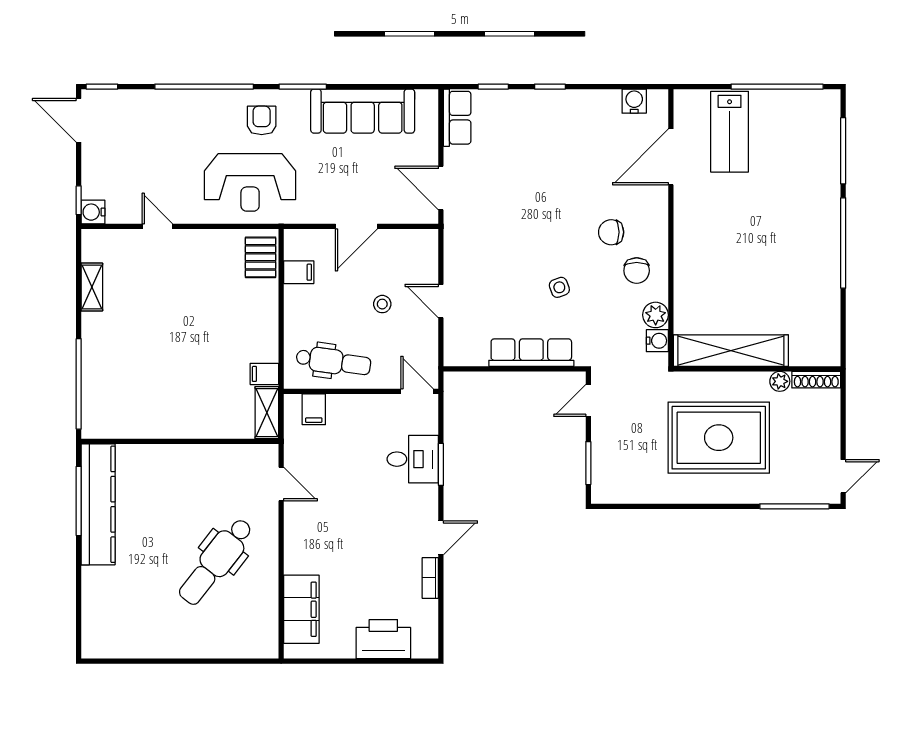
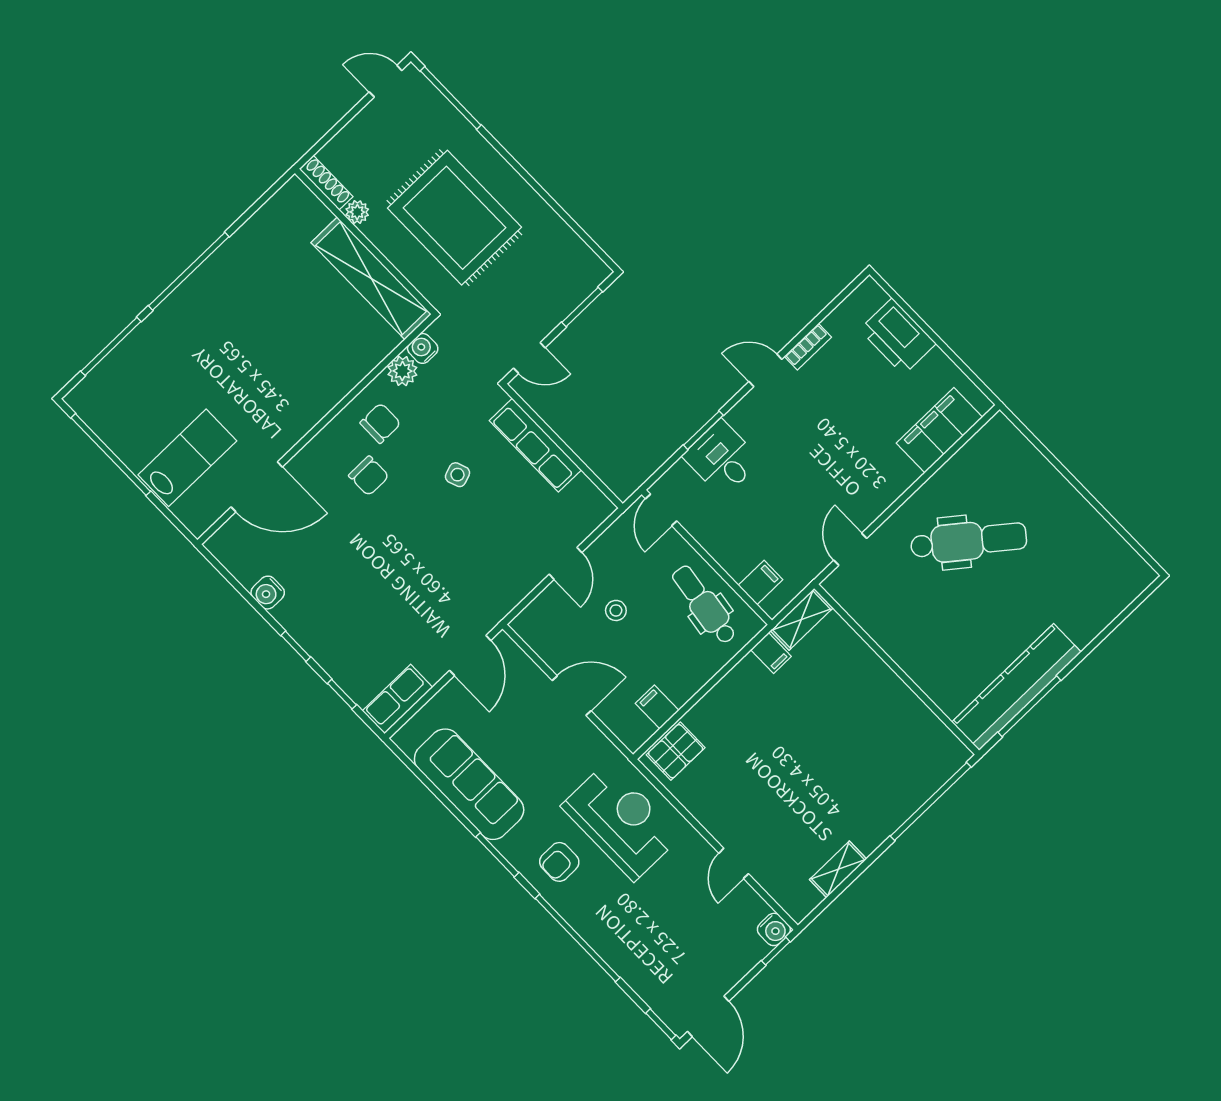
water cooler: (634, 101) -> (268, 593), moved

